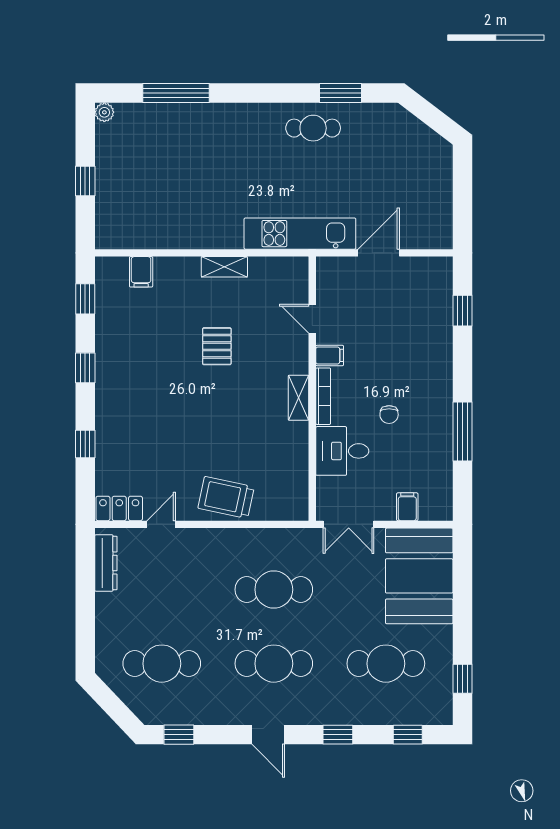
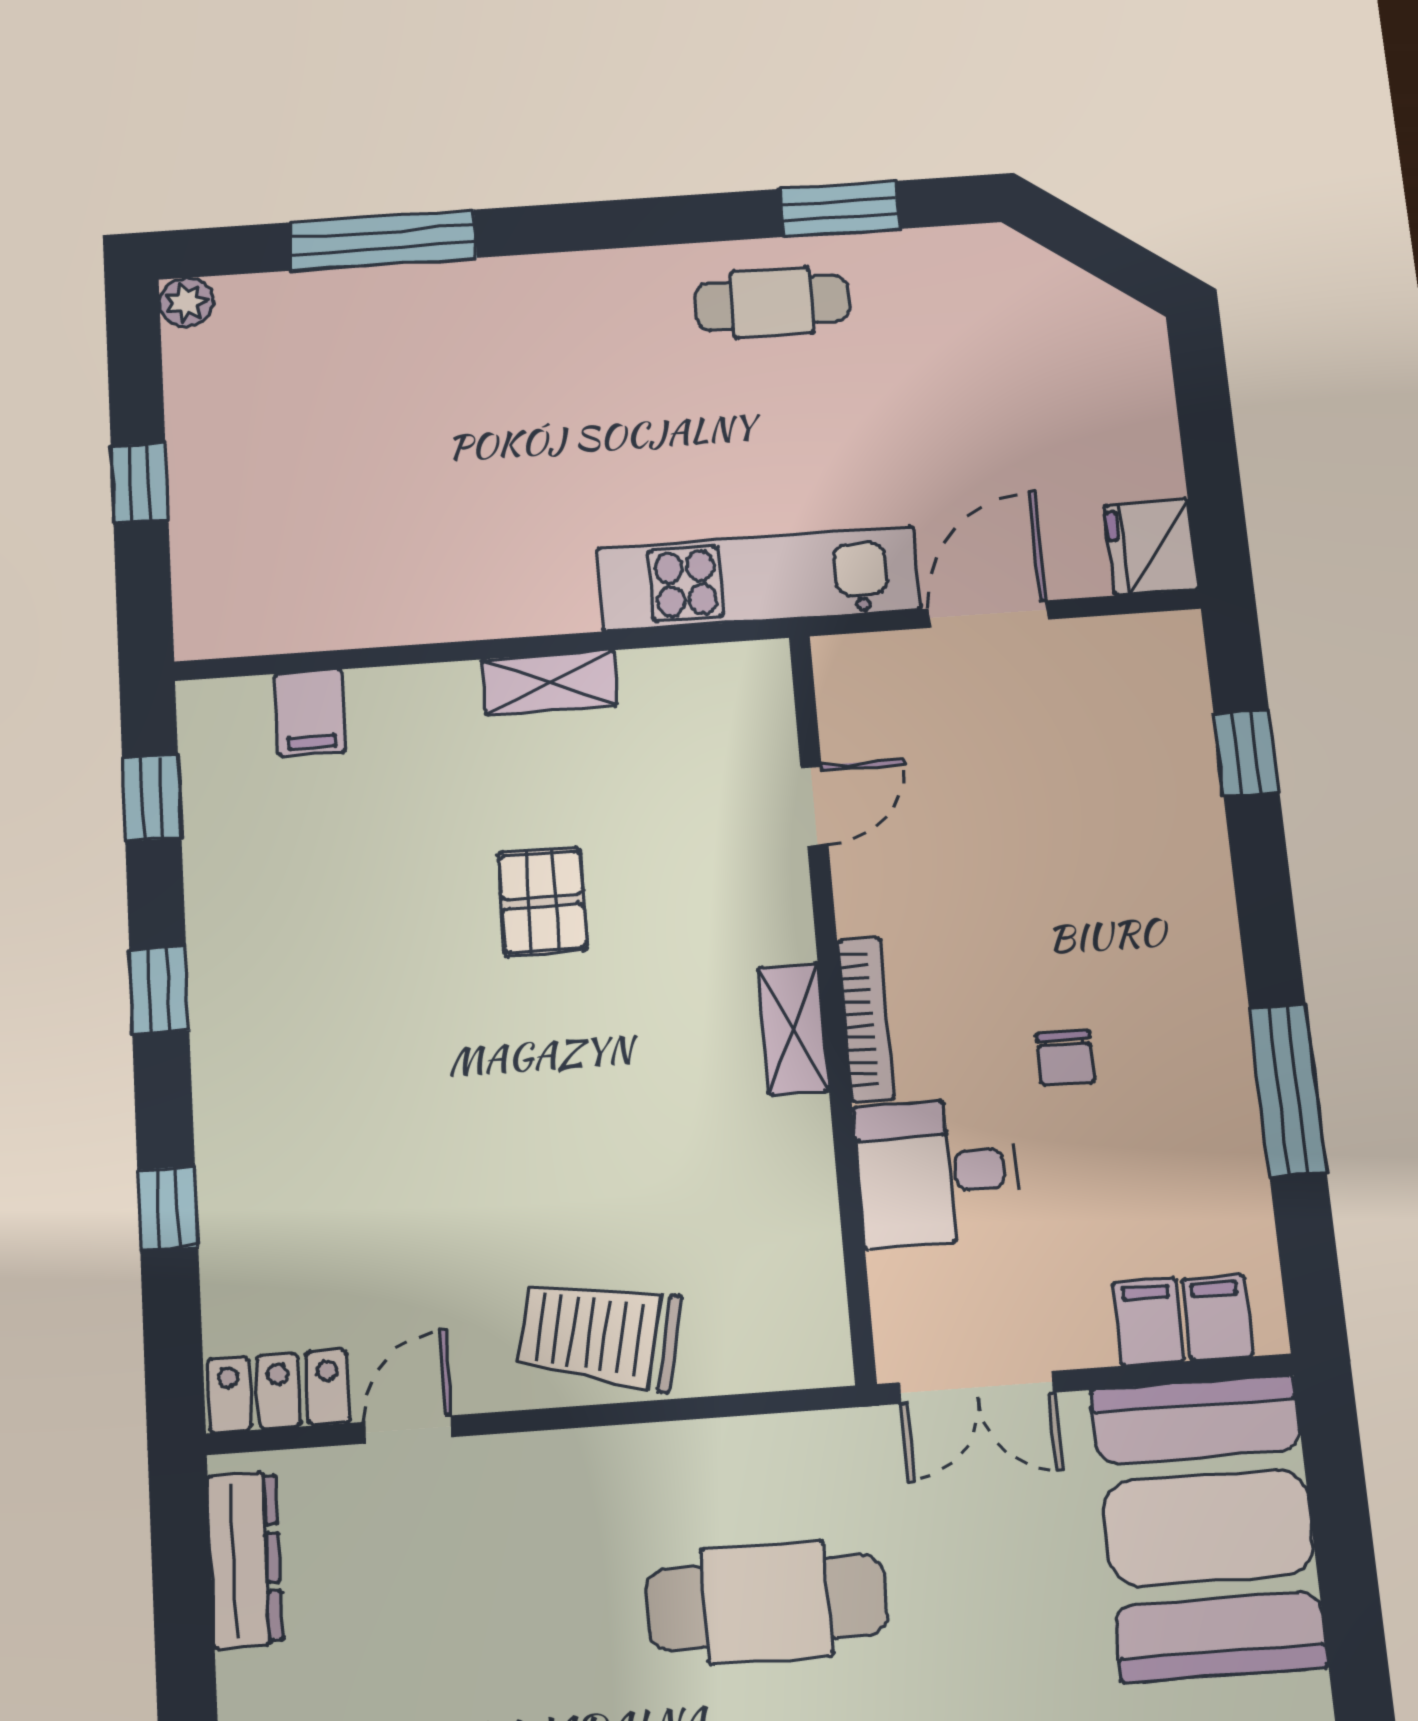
fridge: (438, 232) -> (1151, 547), added
door: (312, 319) -> (814, 806), swing flipped
filing cabinet: (330, 355) -> (1217, 1317), moved, turned -90

